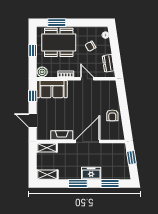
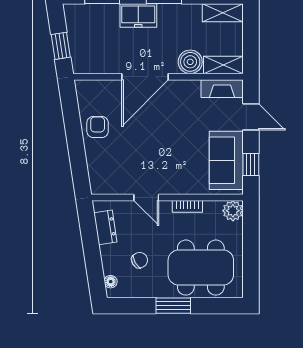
window: (57, 23) -> (173, 306), moved
window: (33, 50) -> (251, 252), removed
sofa: (52, 89) -> (226, 160), moved, turned -90
fireplace: (62, 135) -> (222, 89), moved
boiler: (64, 149) -> (190, 62), added

